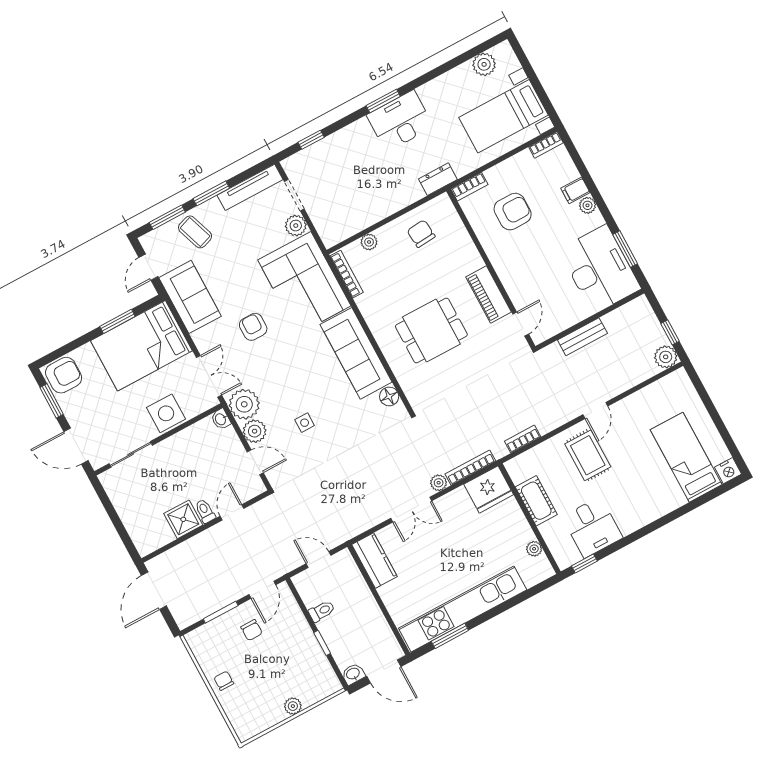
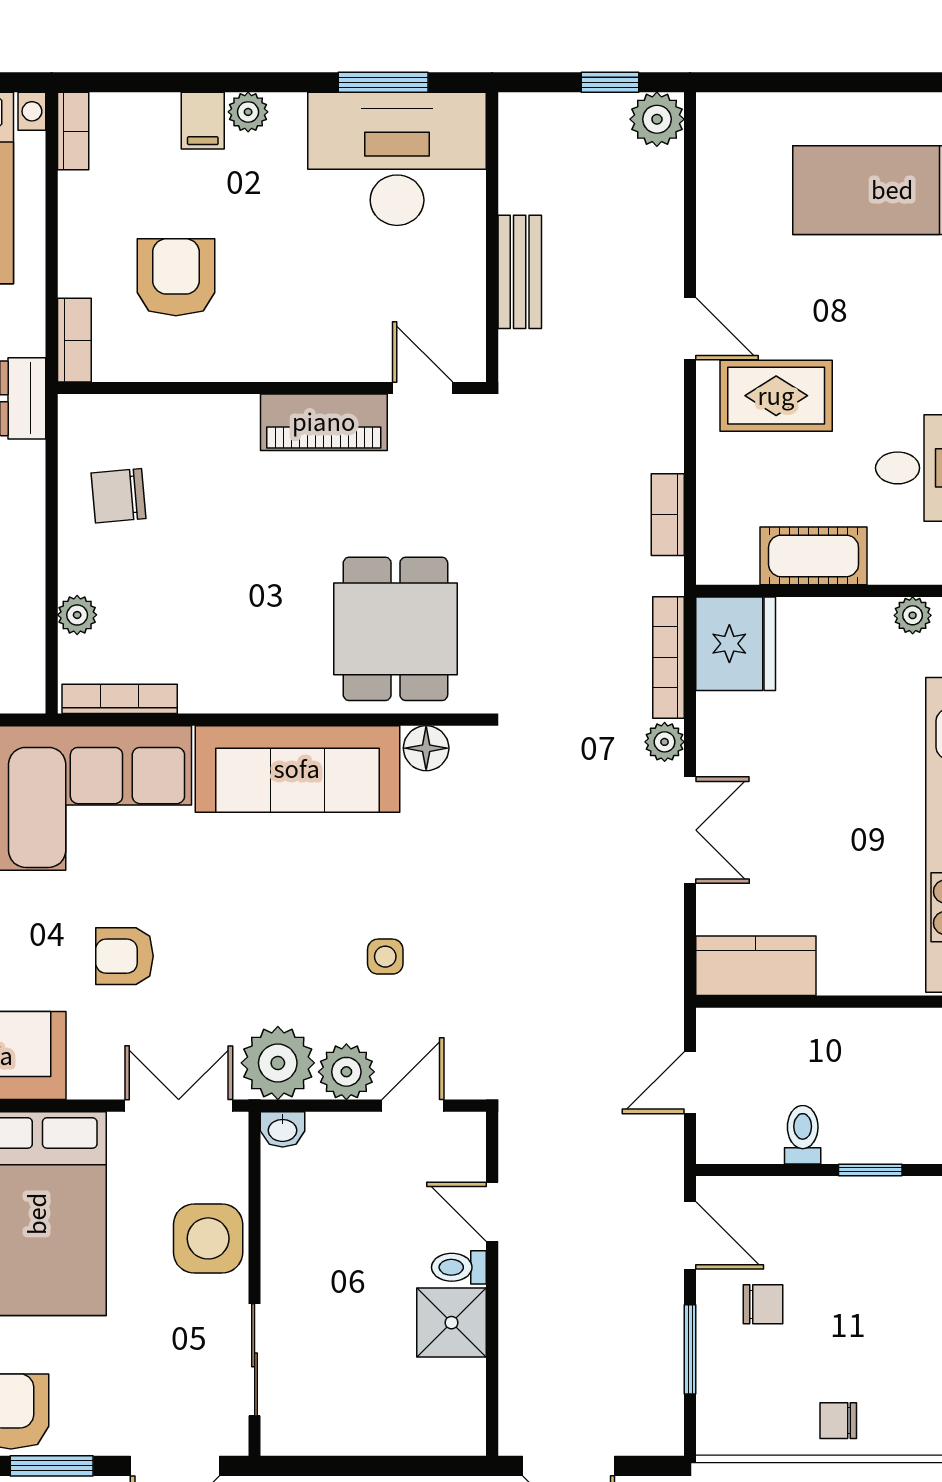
dining table: (431, 330) -> (395, 629), moved

